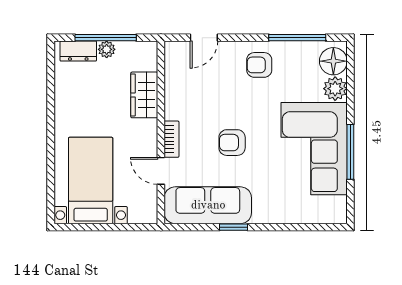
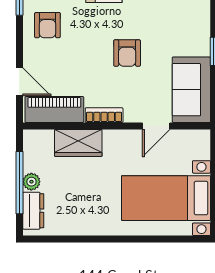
piano: (177, 72) -> (54, 109), added
bookcase: (171, 139) -> (104, 115), moved
sofa: (208, 205) -> (191, 90), width x0.73

